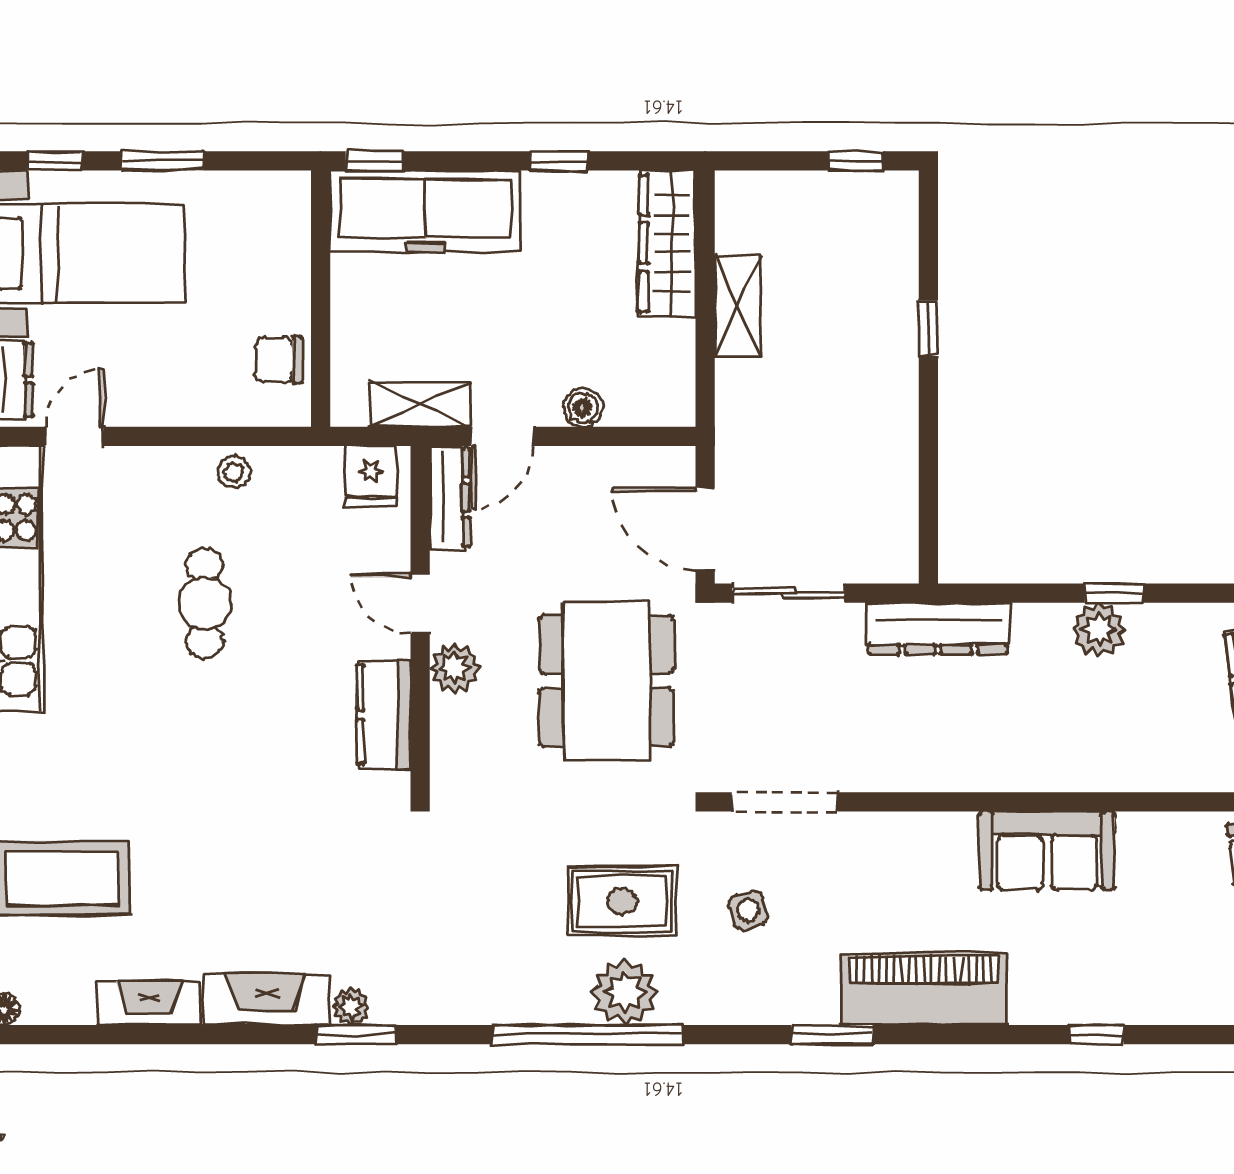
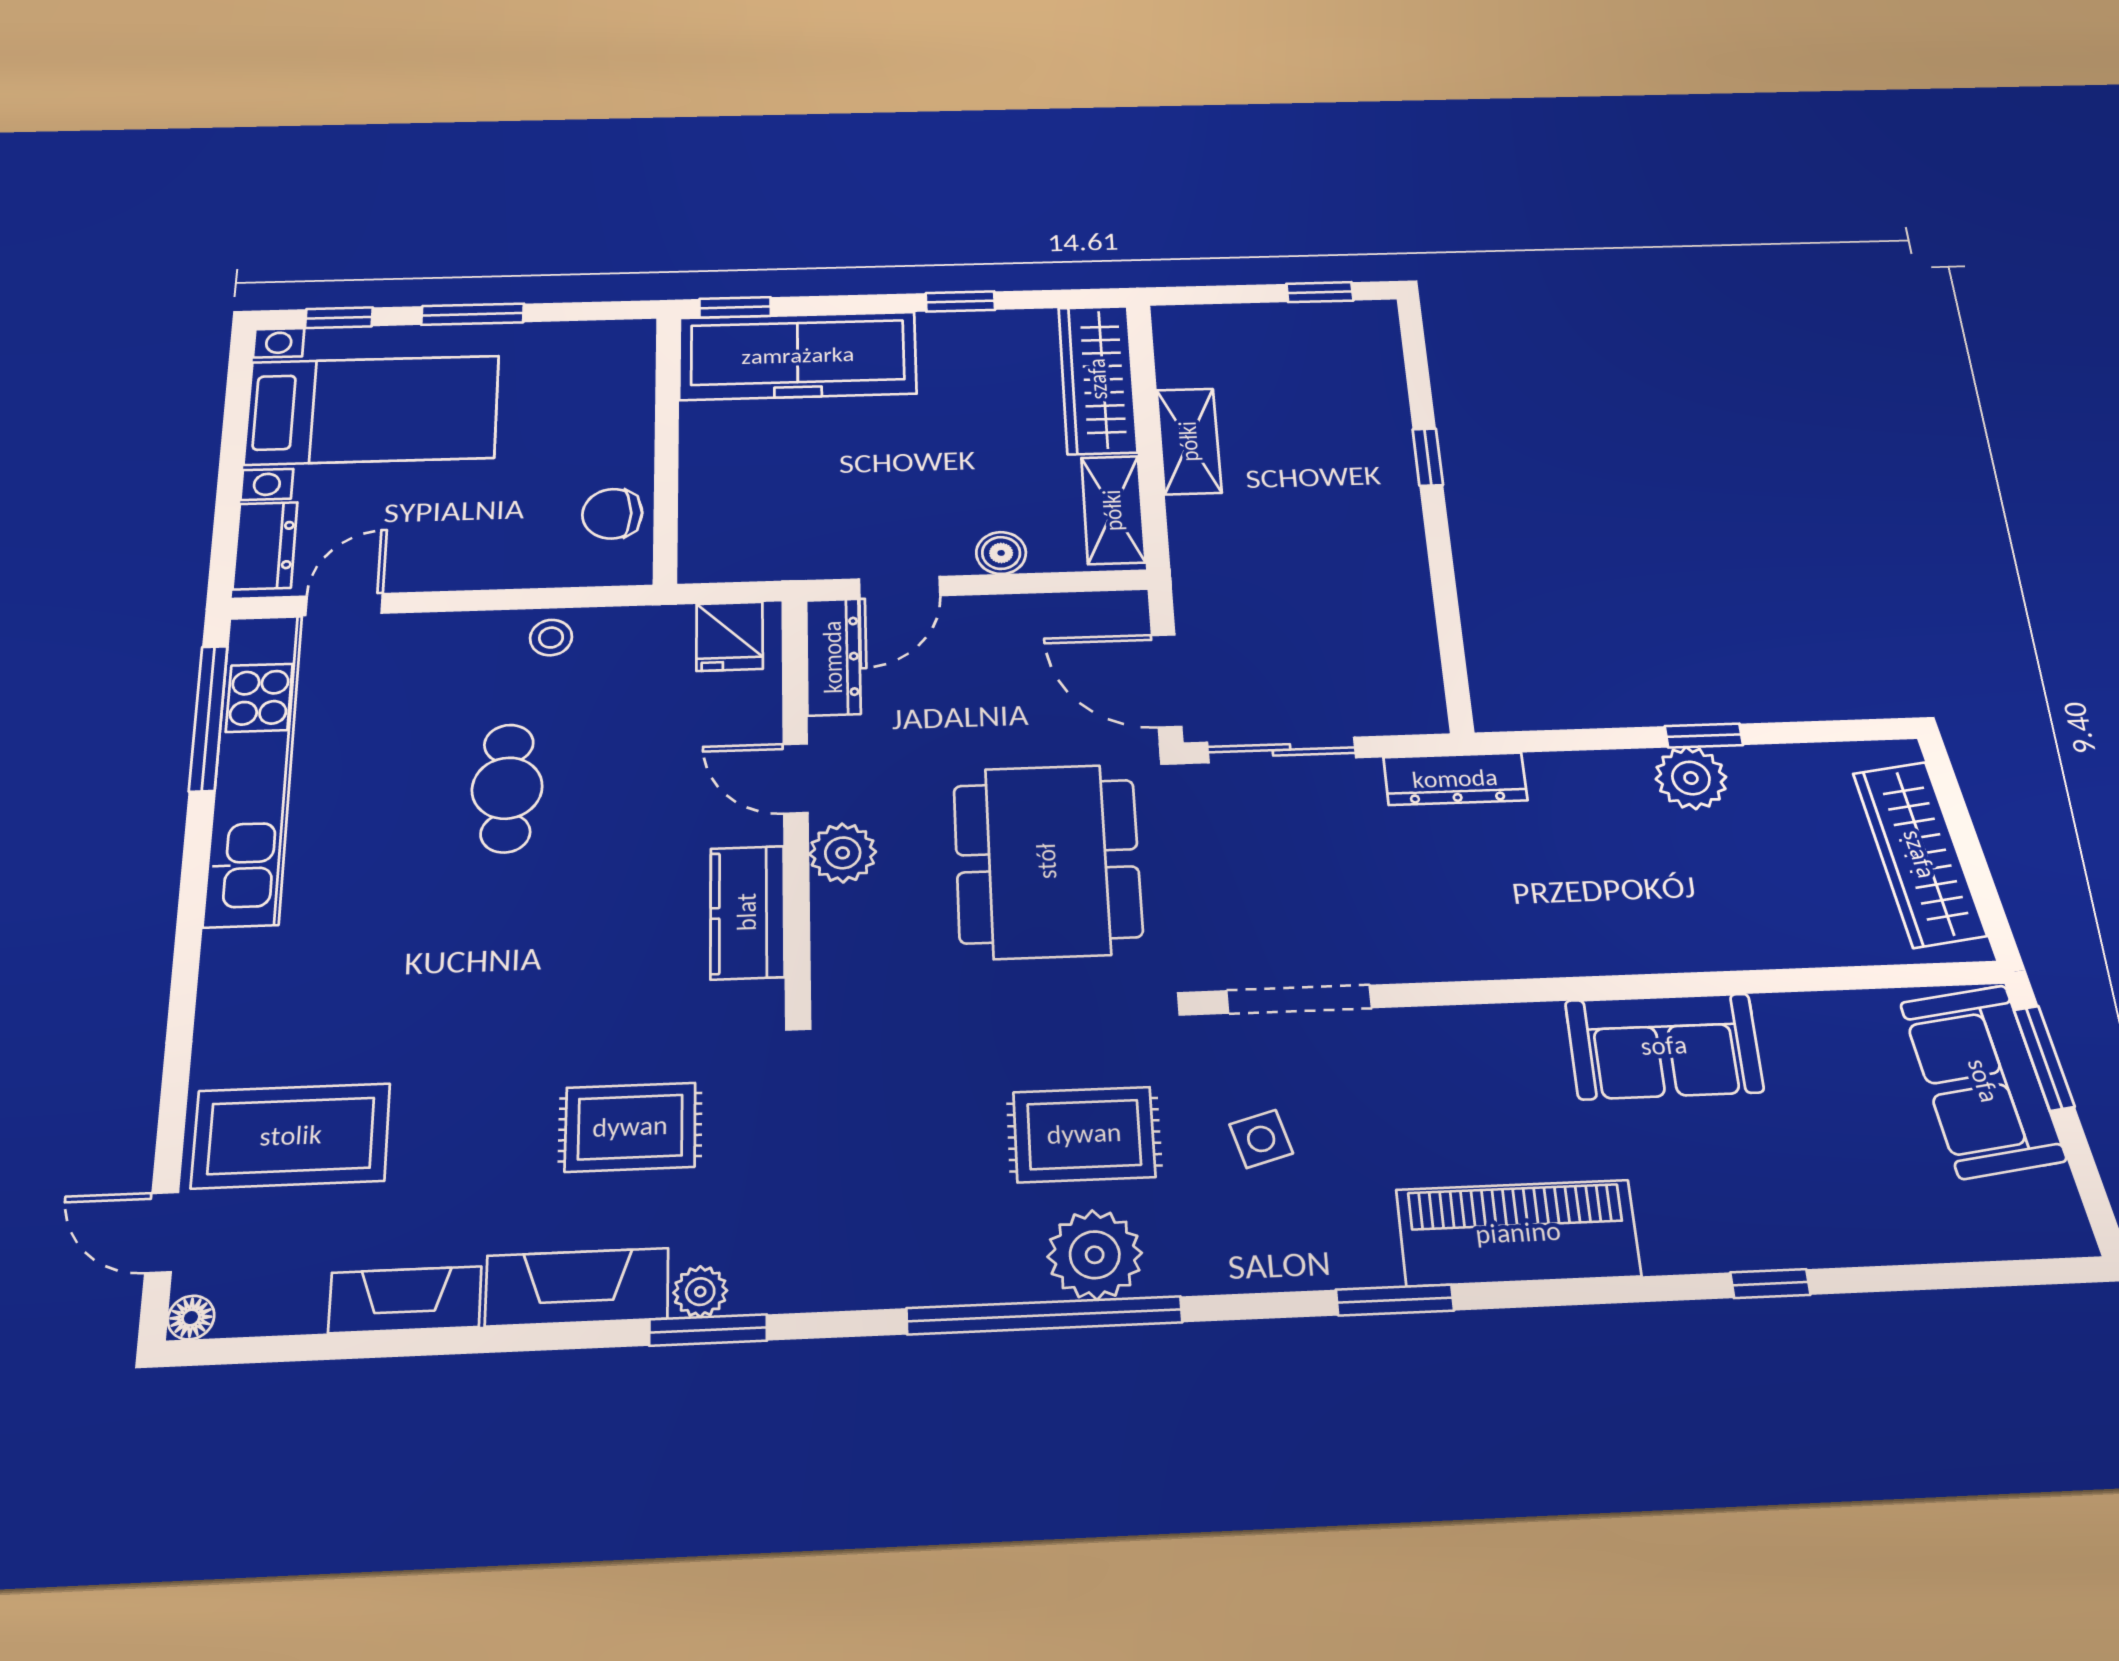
shelving: (420, 404) -> (1113, 510), moved, turned 90
dresser: (938, 628) -> (1455, 779), width x0.73, depth x0.80
rug: (301, 882) -> (630, 1127), added

